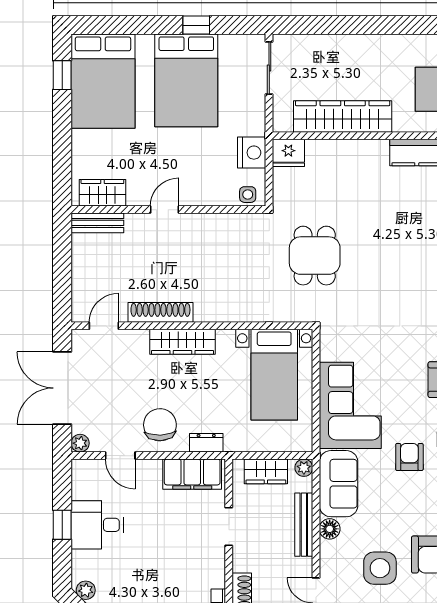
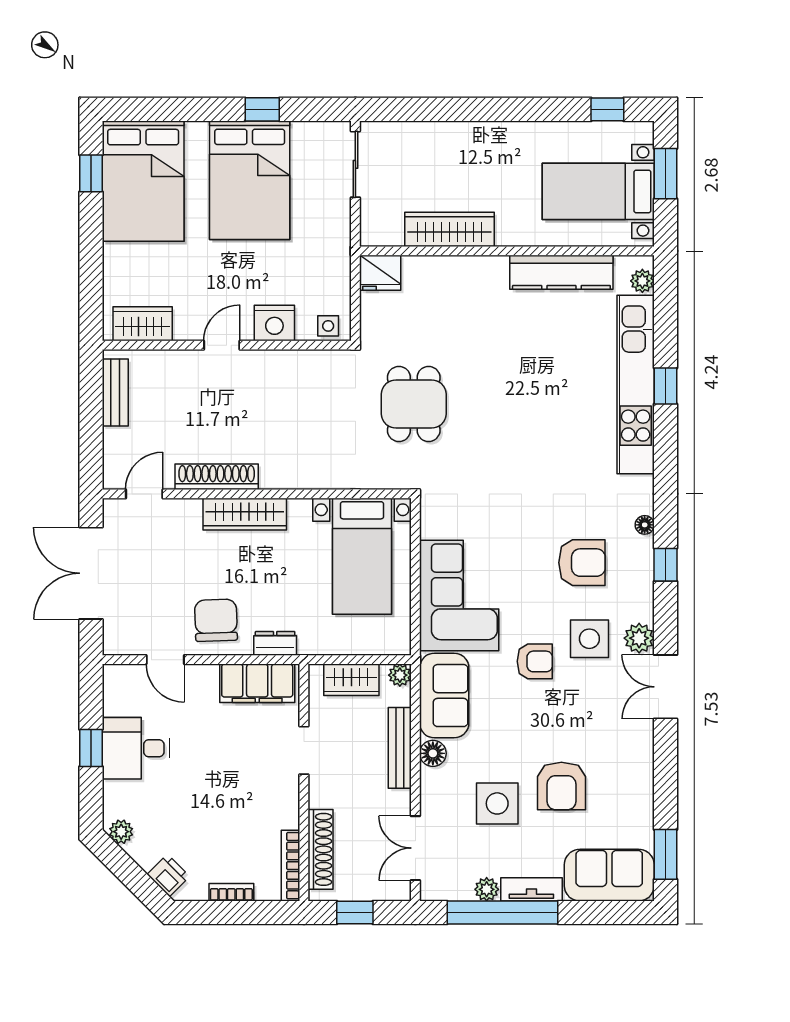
wardrobe: (343, 117) -> (449, 229), width x0.71, depth x0.85
nightstand: (252, 153) -> (274, 323), moved, turned 90
bench: (97, 223) -> (115, 392), moved, turned 90
plant: (80, 443) -> (114, 644), removed
armchair: (409, 457) -> (535, 661), turned 90

